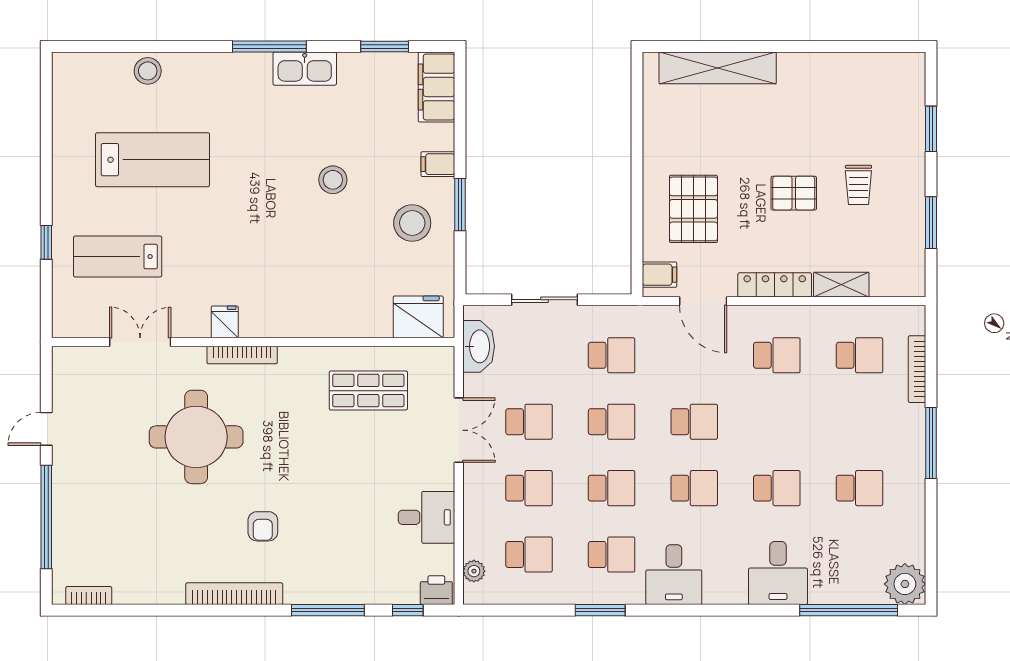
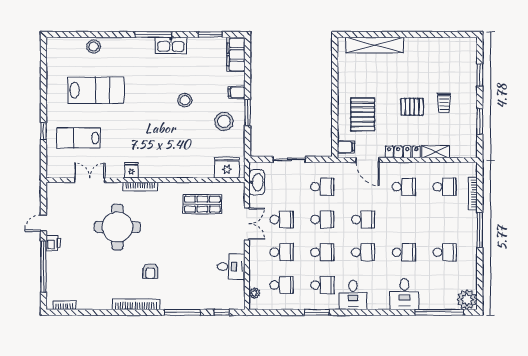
printer: (436, 590) -> (53, 243), moved, turned 90

